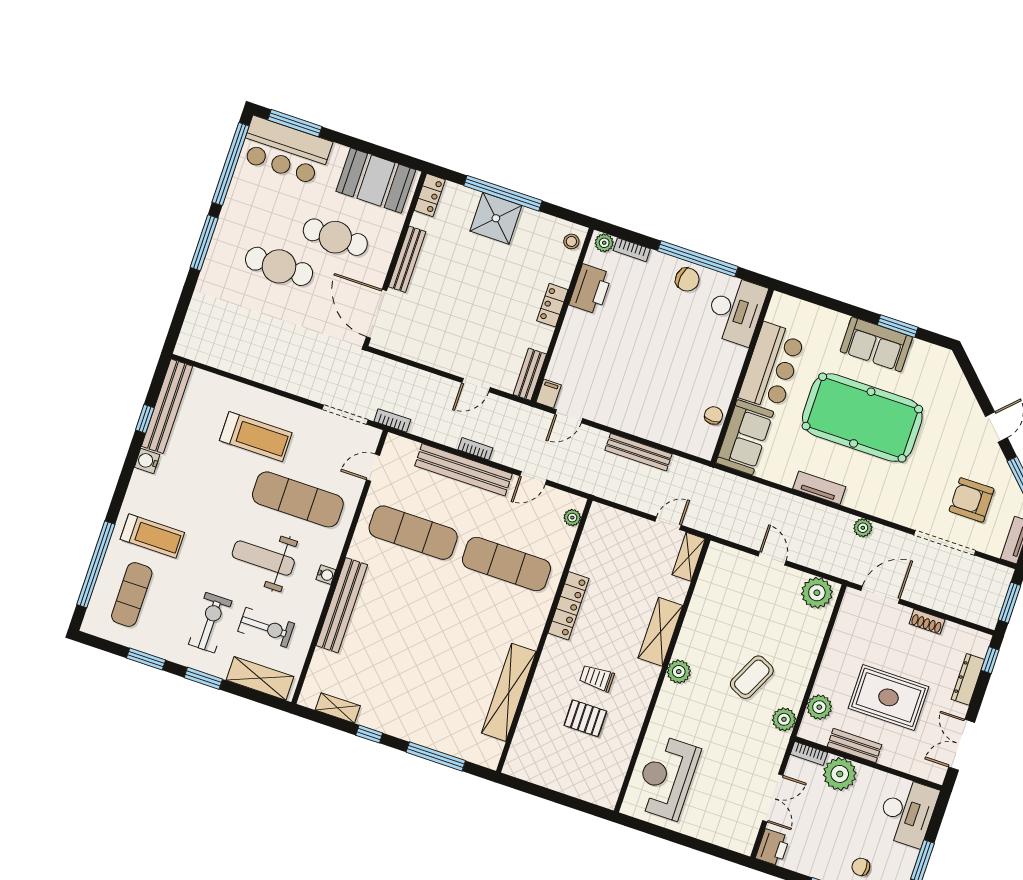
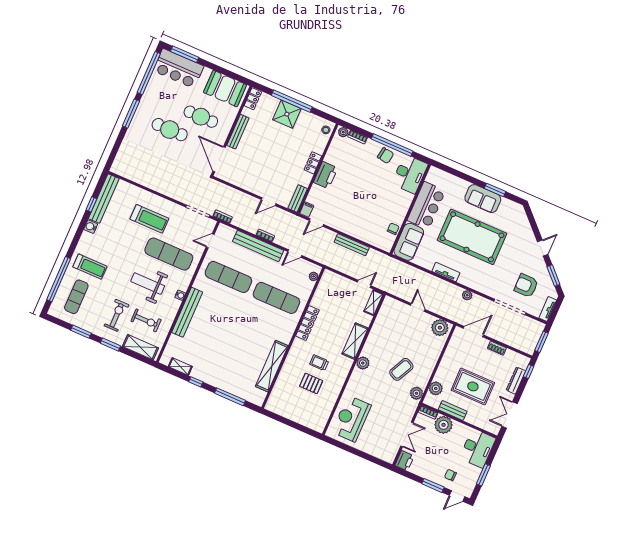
printer: (591, 289) -> (326, 175), moved

